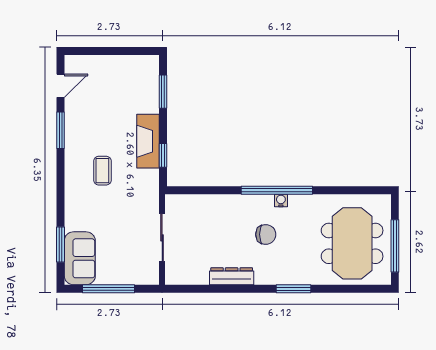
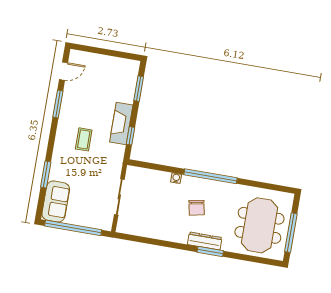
water cooler: (281, 200) -> (176, 178), moved
chair: (266, 234) -> (197, 208), turned 79
window: (61, 245) -> (46, 175), moved
dresser: (232, 276) -> (205, 241), moved
window: (109, 289) -> (73, 228), width x1.46

